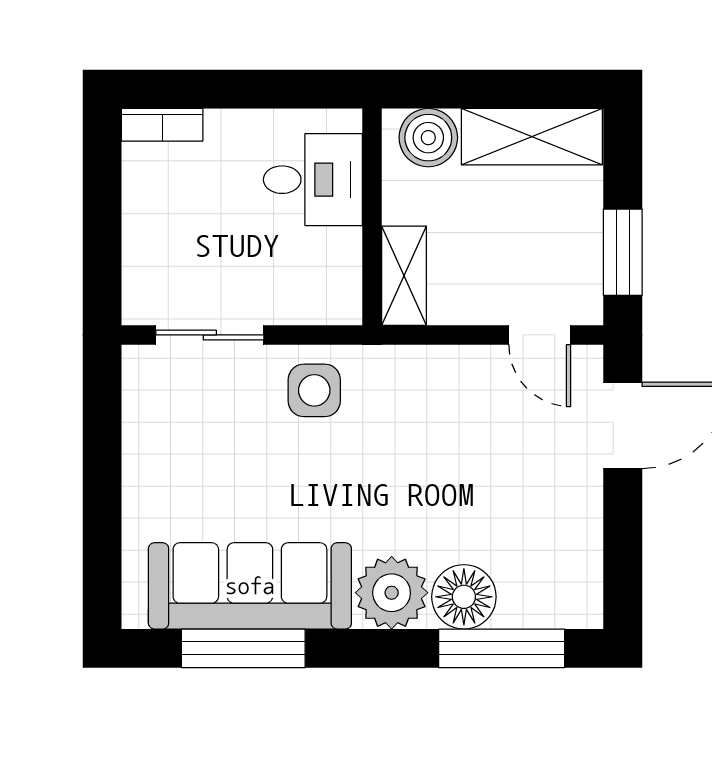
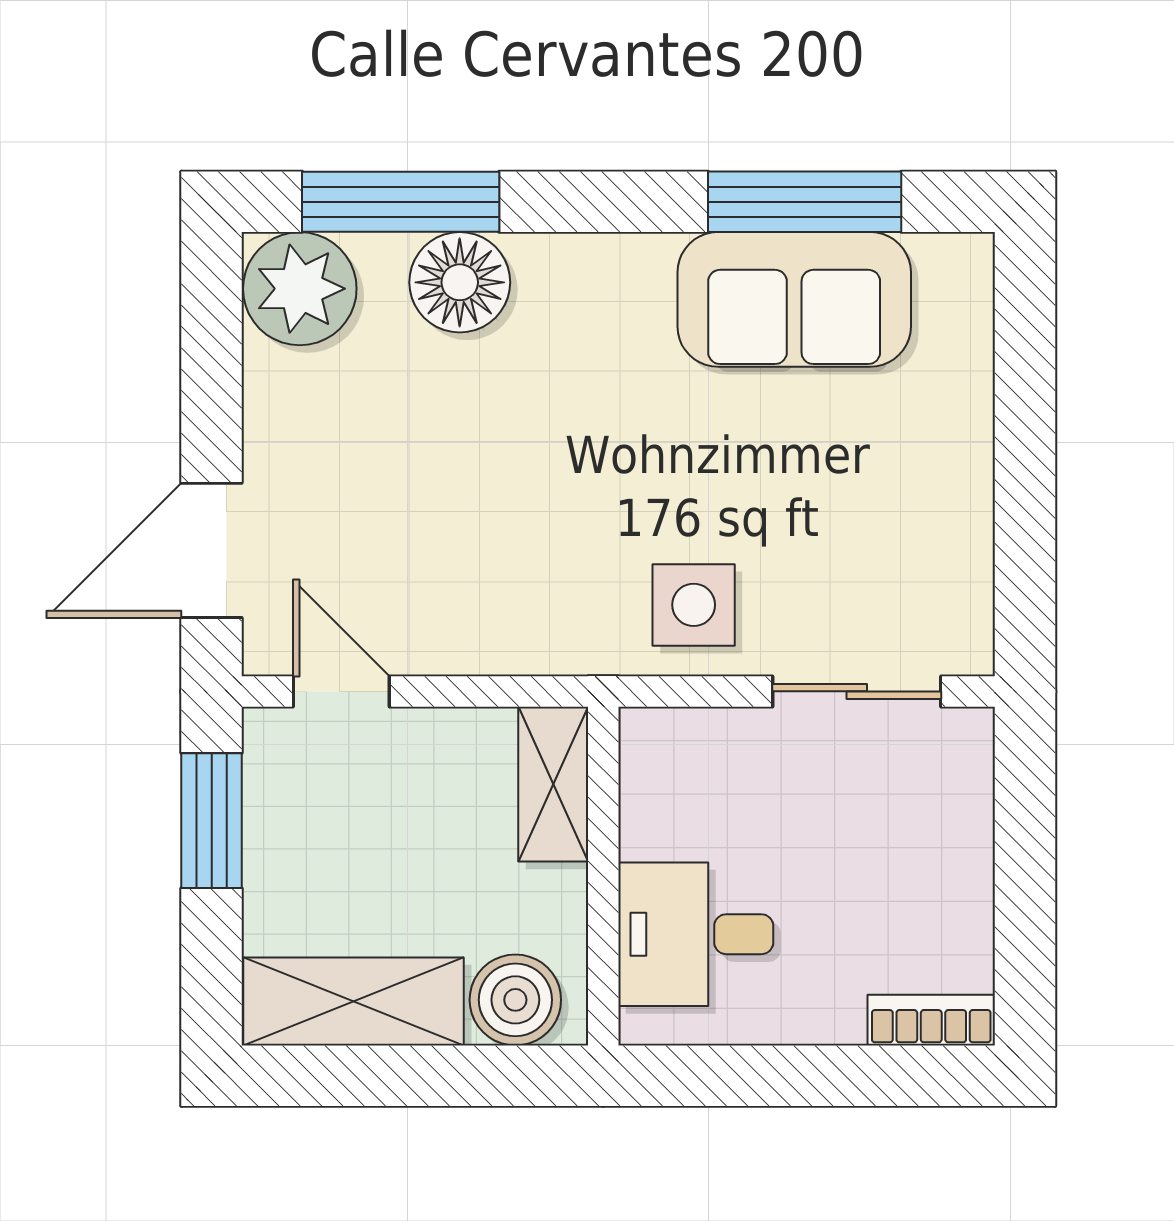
sofa: (250, 586) -> (794, 299), width x0.73
plant: (392, 593) -> (300, 289), moved

